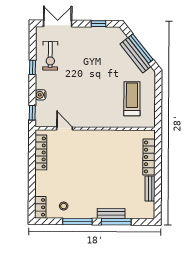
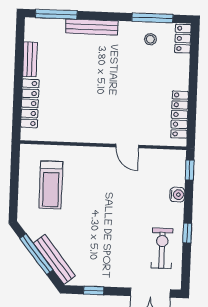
bench: (135, 55) -> (54, 259), moved
door: (65, 128) -> (127, 146), moved
bench: (111, 213) -> (92, 27), width x1.36
window: (77, 222) -> (152, 18), moved
window: (116, 222) -> (56, 14), moved

